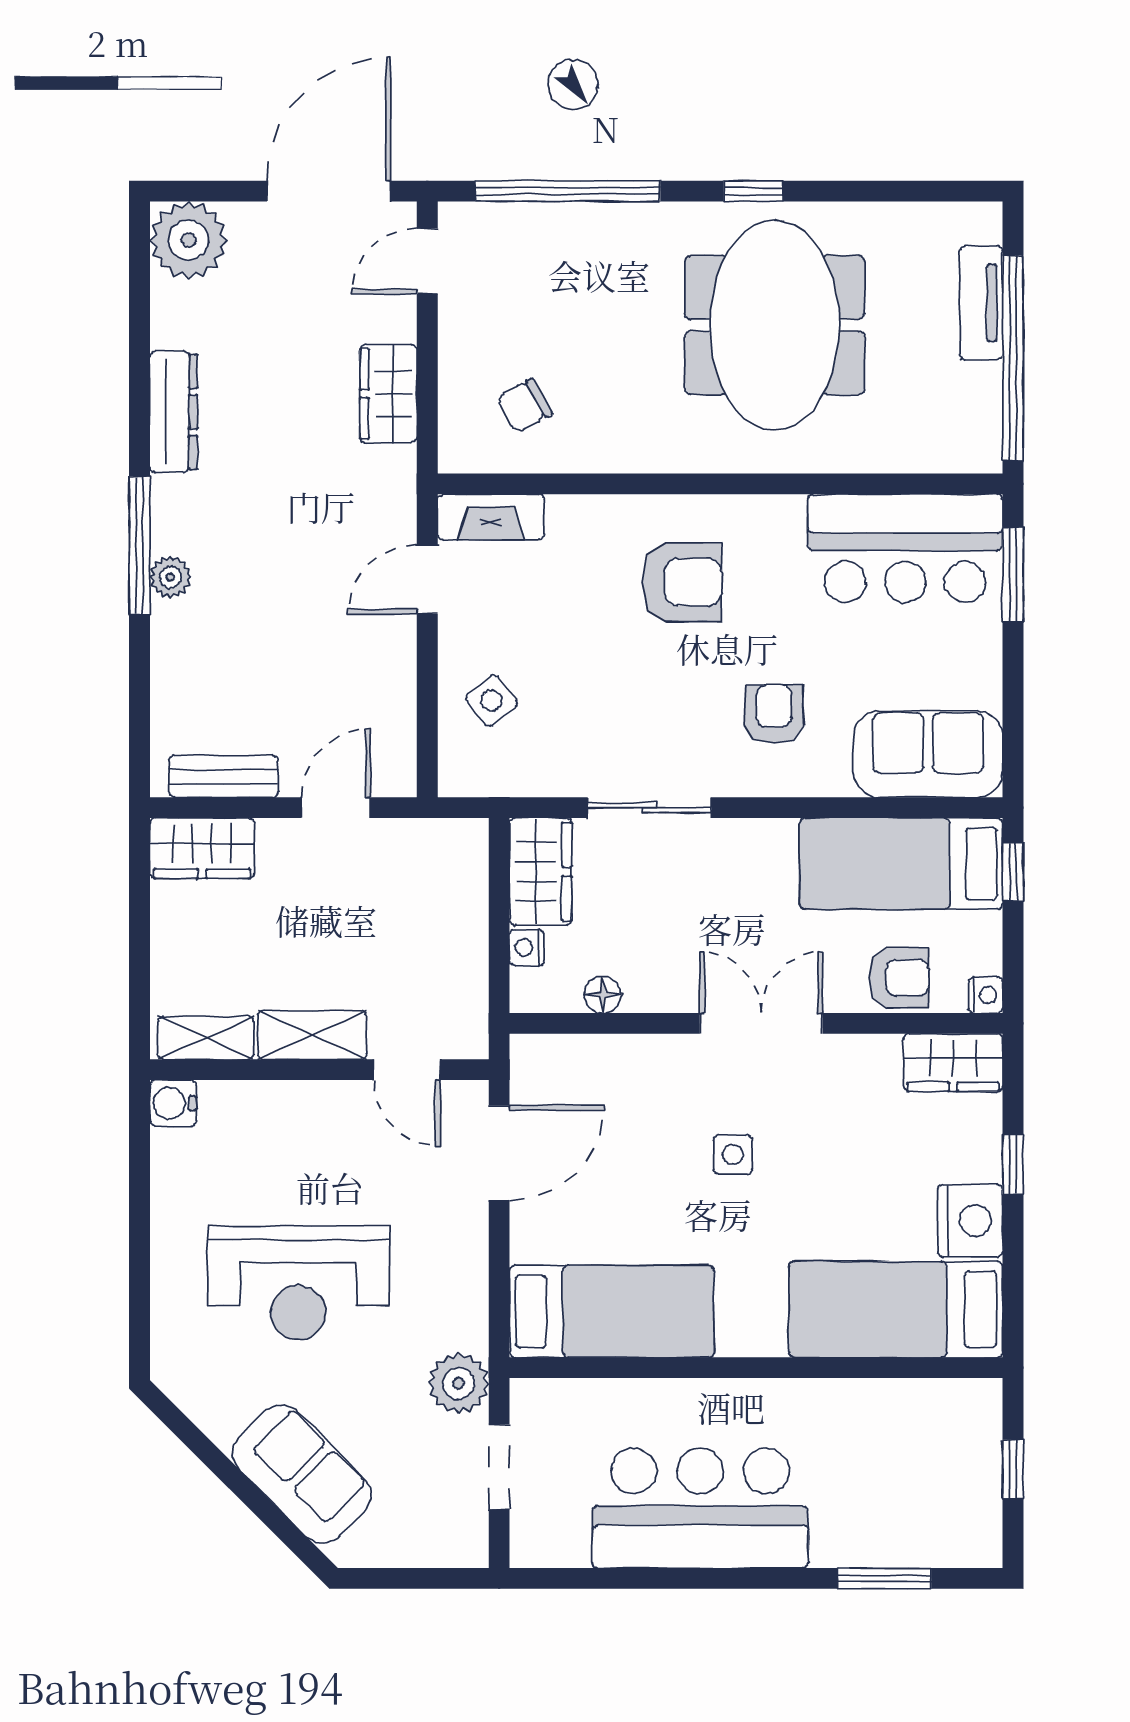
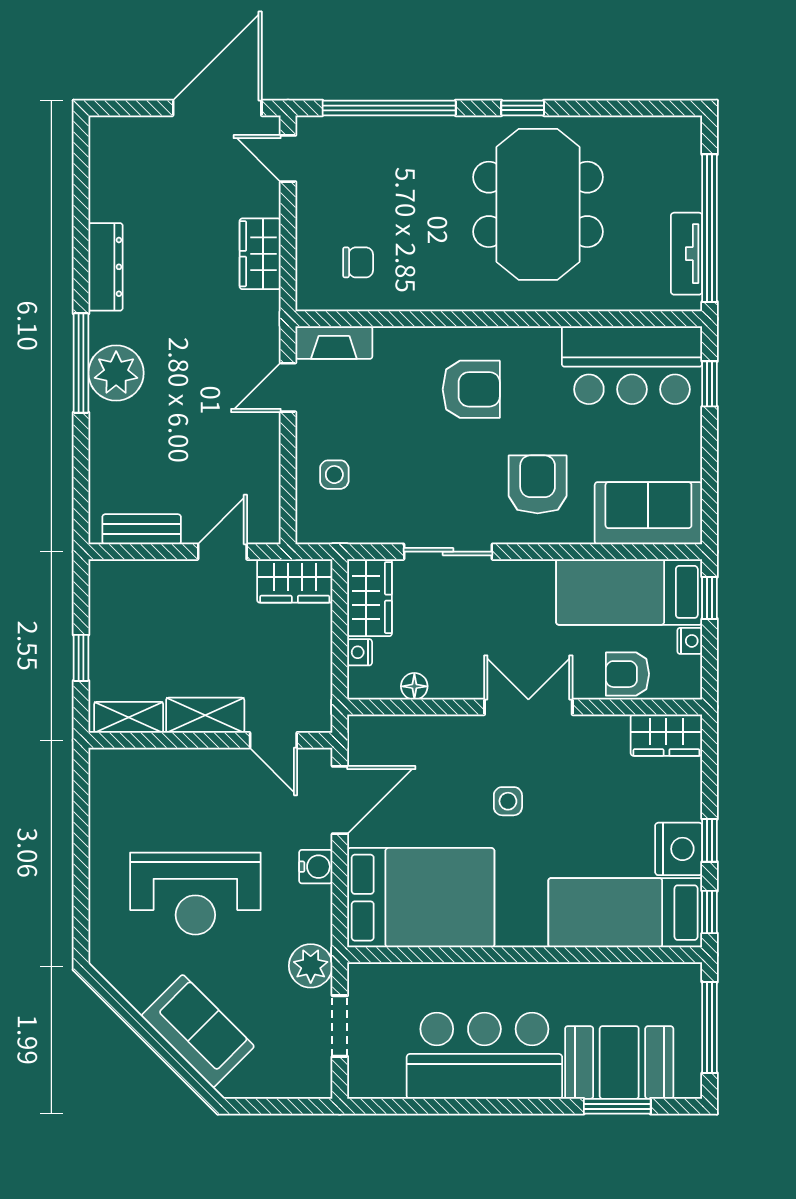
plant: (188, 240) -> (116, 143), removed
door: (427, 261) -> (288, 158), hinge flipped
tv unit: (981, 303) -> (687, 254), moved
chair: (525, 406) -> (358, 262), turned -151
window: (1013, 575) -> (710, 384), width x0.67
plant: (170, 577) -> (116, 373), width x1.88, depth x1.88
side table: (492, 701) -> (334, 475), turned 38
armchair: (774, 714) -> (538, 484), width x1.38, depth x1.38
wardrobe: (202, 848) -> (295, 581), moved
window: (140, 955) -> (81, 658), added
armchair: (899, 978) -> (627, 674), turned 180
nightstand: (986, 995) -> (690, 641), moved
water cooler: (173, 1103) -> (316, 867), moved, turned 180
window: (1013, 1164) -> (710, 840), moved
window: (1013, 1309) -> (710, 912), added
bed: (612, 1311) -> (421, 898), width x1.50
window: (1013, 1469) -> (710, 1028), width x2.17
booth: (887, 1518) -> (619, 1062), added

